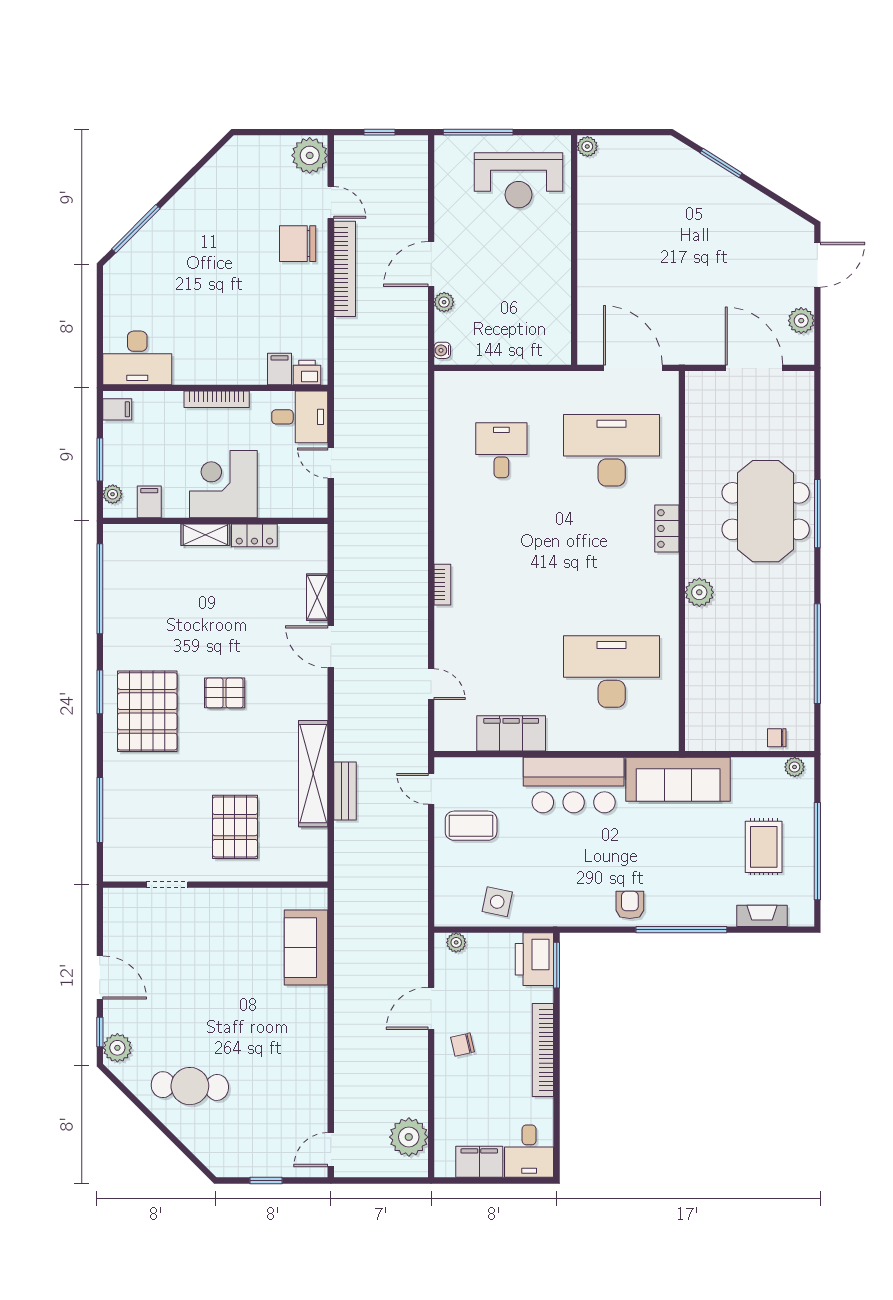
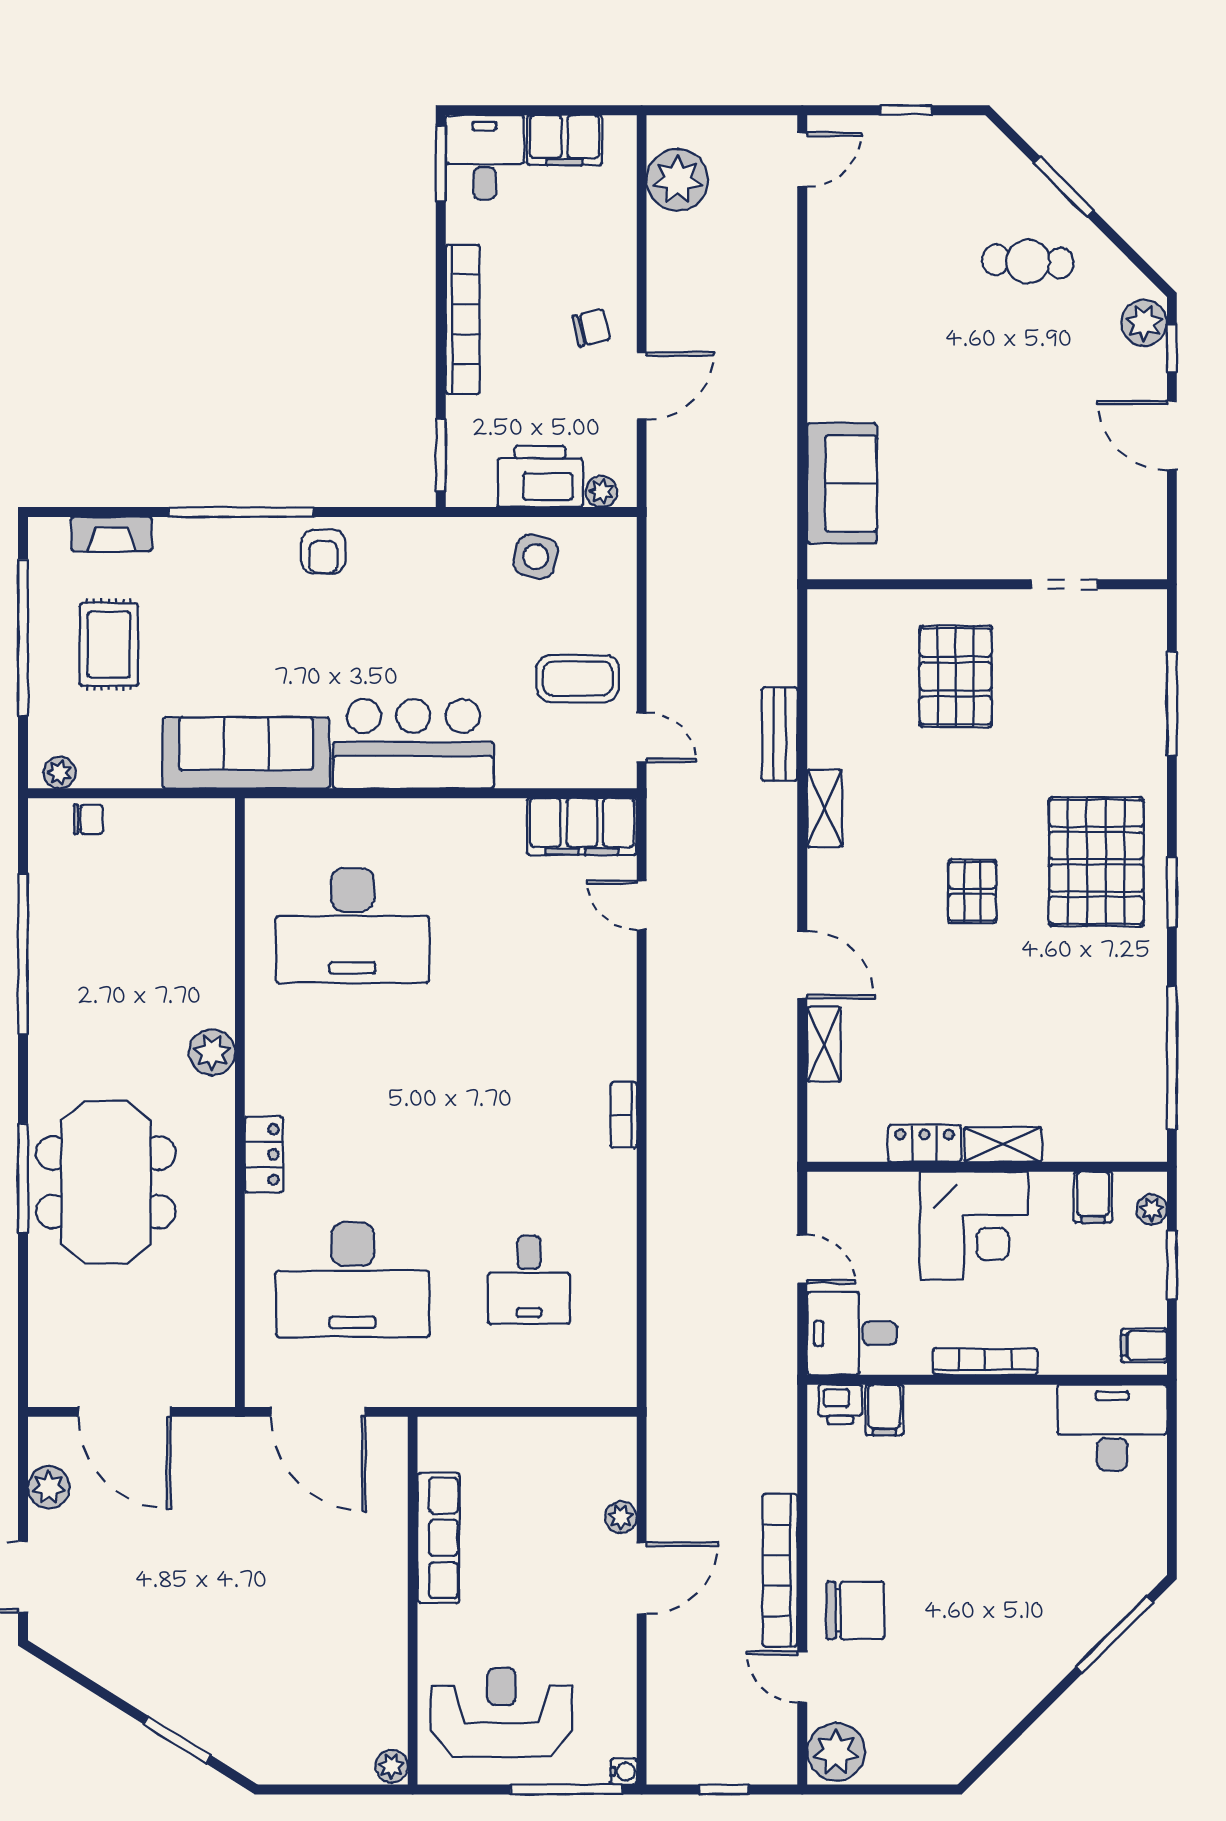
row of seats: (558, 289) -> (438, 1538), added
water cooler: (442, 350) -> (624, 1772), moved
bookcase: (442, 585) -> (624, 1115), moved
pallet: (225, 693) -> (972, 891), turned 90
filing cabinet: (511, 733) -> (582, 826), moved
shelving: (313, 774) -> (825, 808), width x0.45, depth x0.75
printer: (534, 959) -> (540, 477), moved, turned -90
cafe table: (190, 1086) -> (1028, 262), width x0.73, depth x0.74
window: (168, 1133) -> (1064, 187), added
window: (557, 1147) -> (441, 163), added

